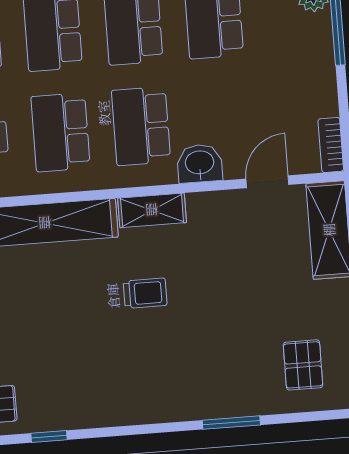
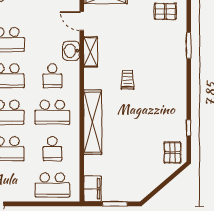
school desk: (141, 126) -> (52, 76), width x0.54
shelving: (152, 210) -> (91, 52), moved

